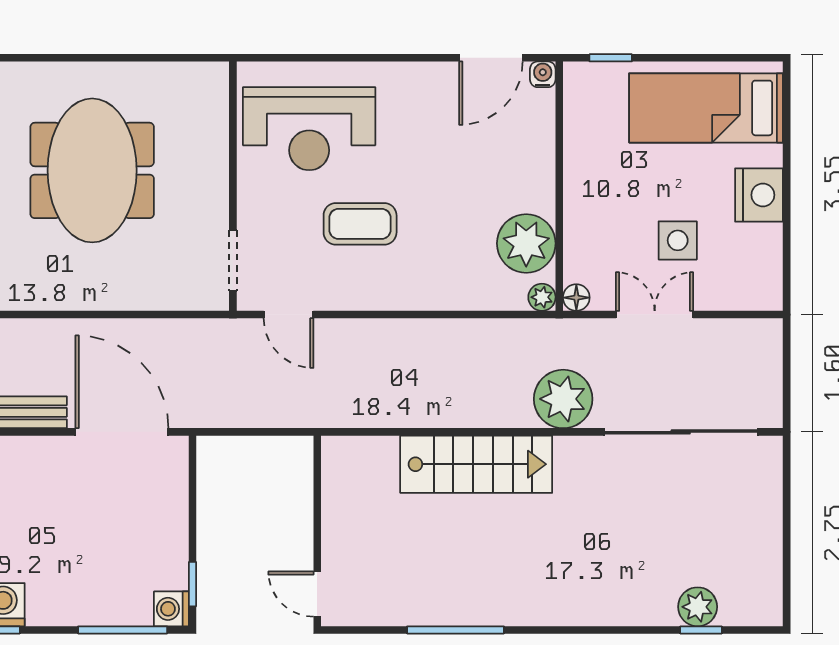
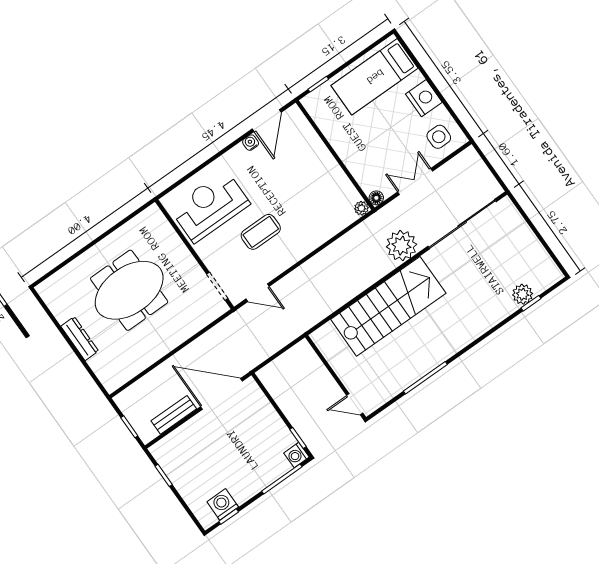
water cooler: (543, 74) -> (251, 143), moved
reception desk: (309, 129) -> (210, 206), turned 180
meeting table: (92, 170) -> (129, 290), turned 90
side table: (678, 240) -> (439, 137), moved
plant: (526, 243) -> (338, 190), removed
stairs: (476, 464) -> (388, 306), width x1.36, depth x1.51

